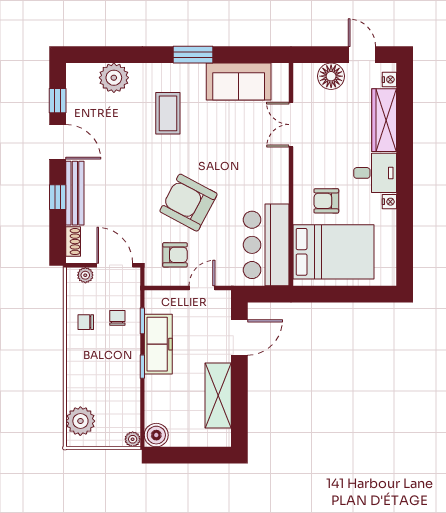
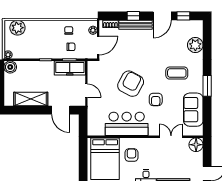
floor lamp: (331, 76) -> (196, 145), moved
bar counter: (266, 245) -> (127, 124), moved
armchair: (175, 255) -> (156, 99), moved
freezer: (158, 344) -> (70, 68), moved

